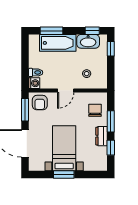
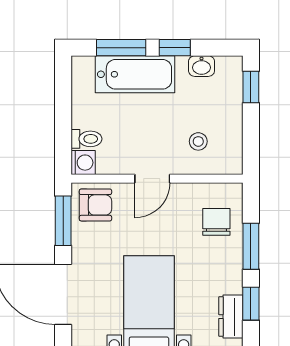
window: (92, 31) -> (175, 48), moved
washbasin: (88, 41) -> (202, 66), width x0.52, depth x0.69
armchair: (40, 103) -> (95, 205), turned -90
dresser: (102, 136) -> (231, 317), moved

